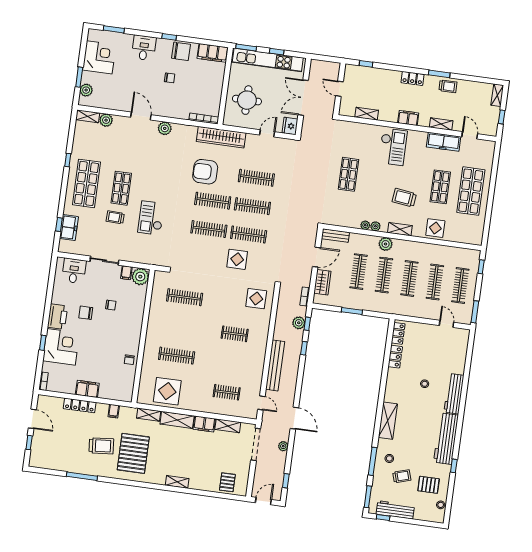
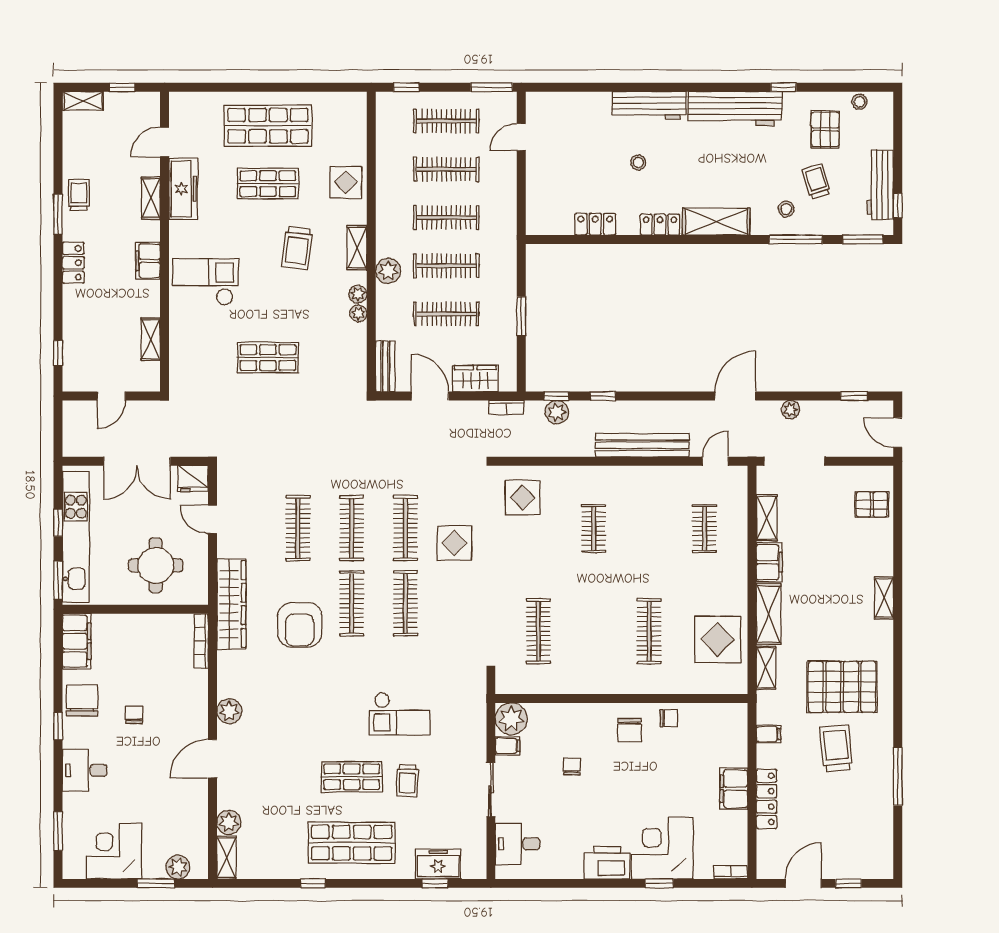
chair: (86, 313) -> (629, 730), moved
locker: (398, 333) -> (660, 225), moved

